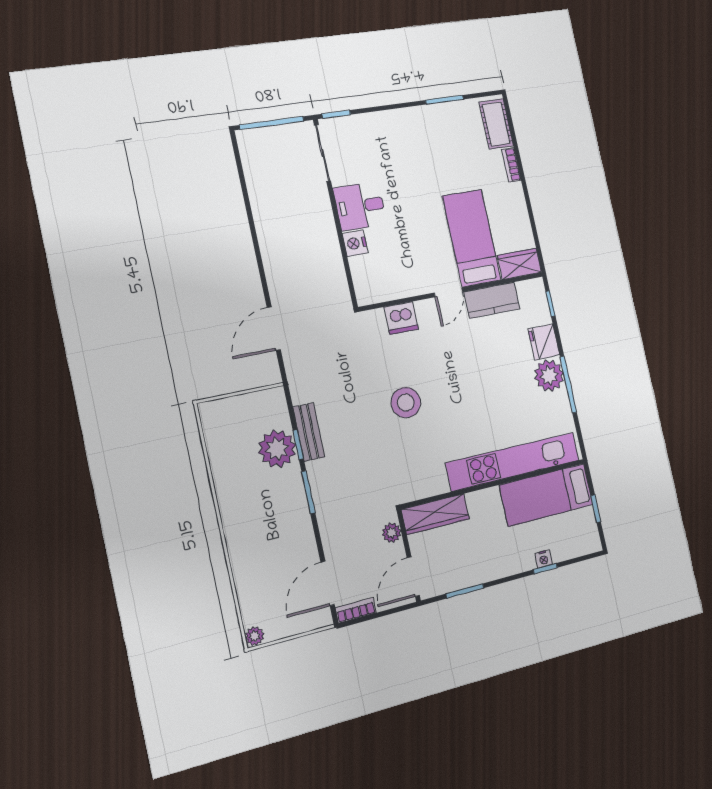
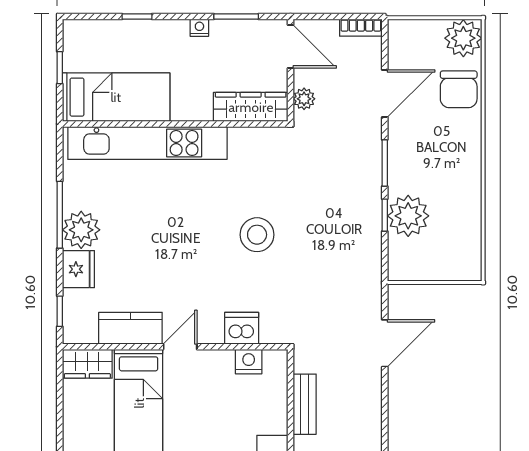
nightstand: (355, 243) -> (249, 362), moved, turned -90
bench: (309, 432) -> (305, 404), moved
nightstand: (544, 559) -> (199, 28), moved
chair: (255, 577) -> (459, 89), added
door: (413, 577) -> (291, 46), hinge flipped
door: (328, 583) -> (385, 93), moved
plant: (255, 636) -> (463, 38), width x1.87, depth x1.87

